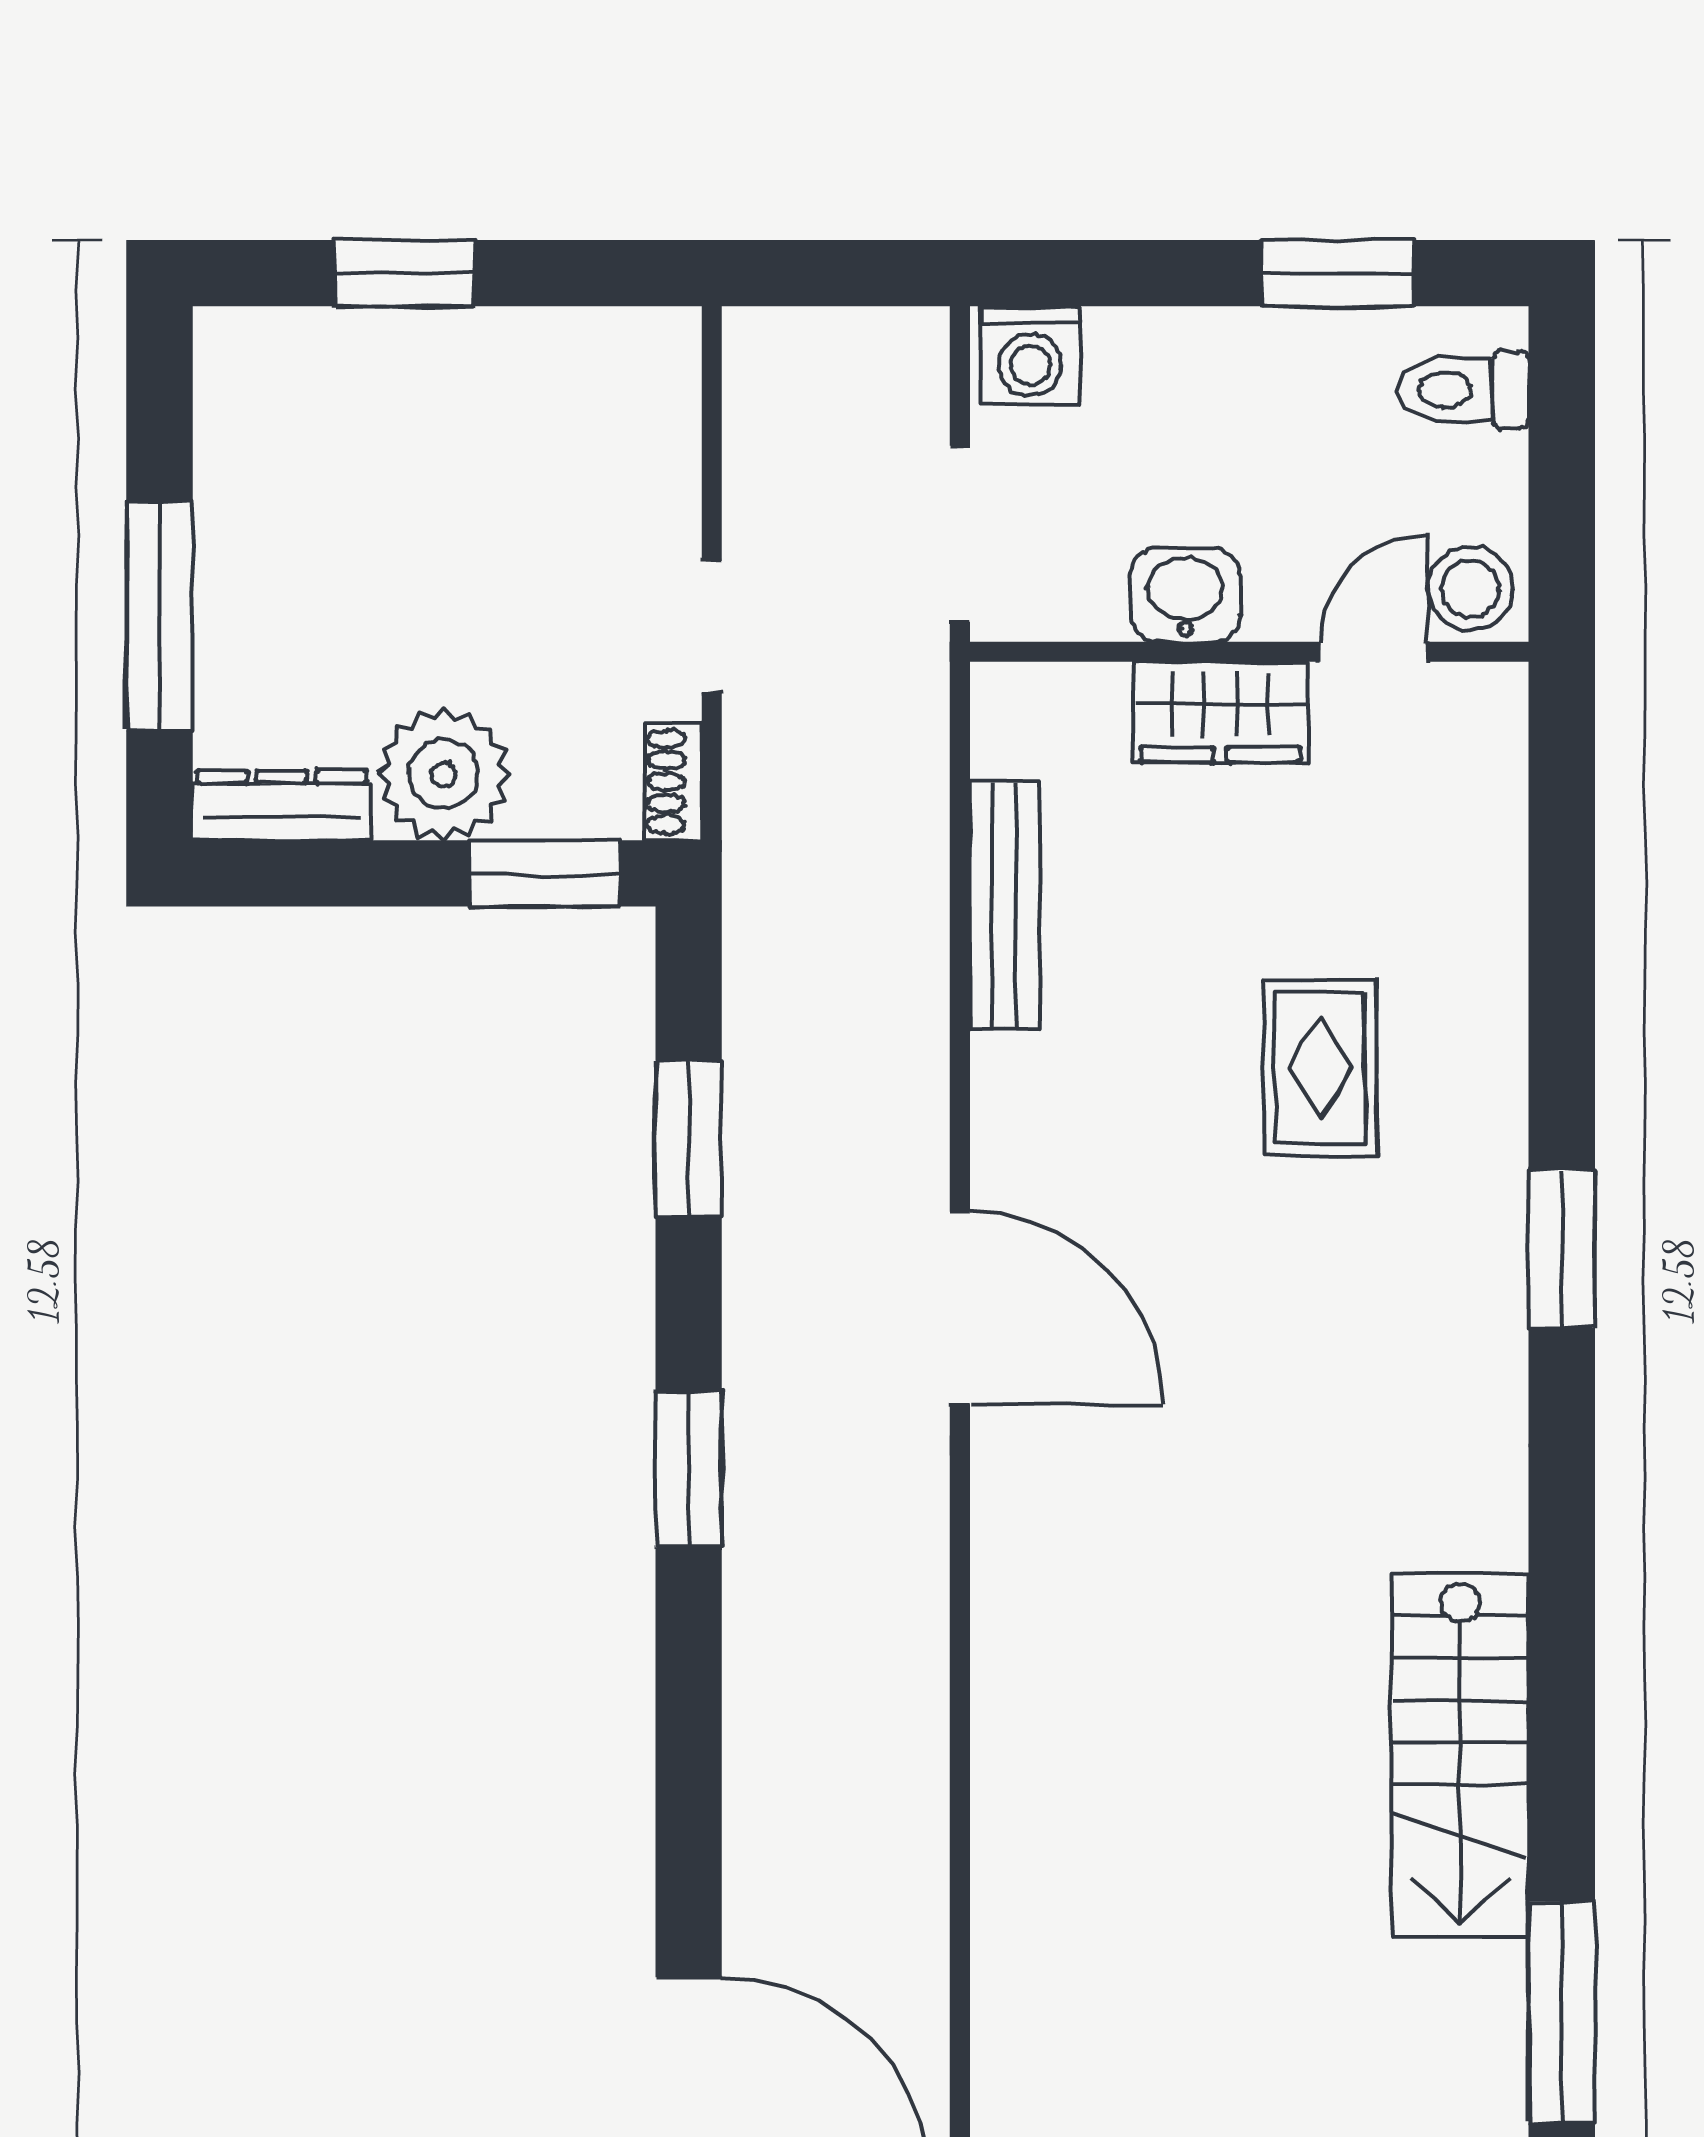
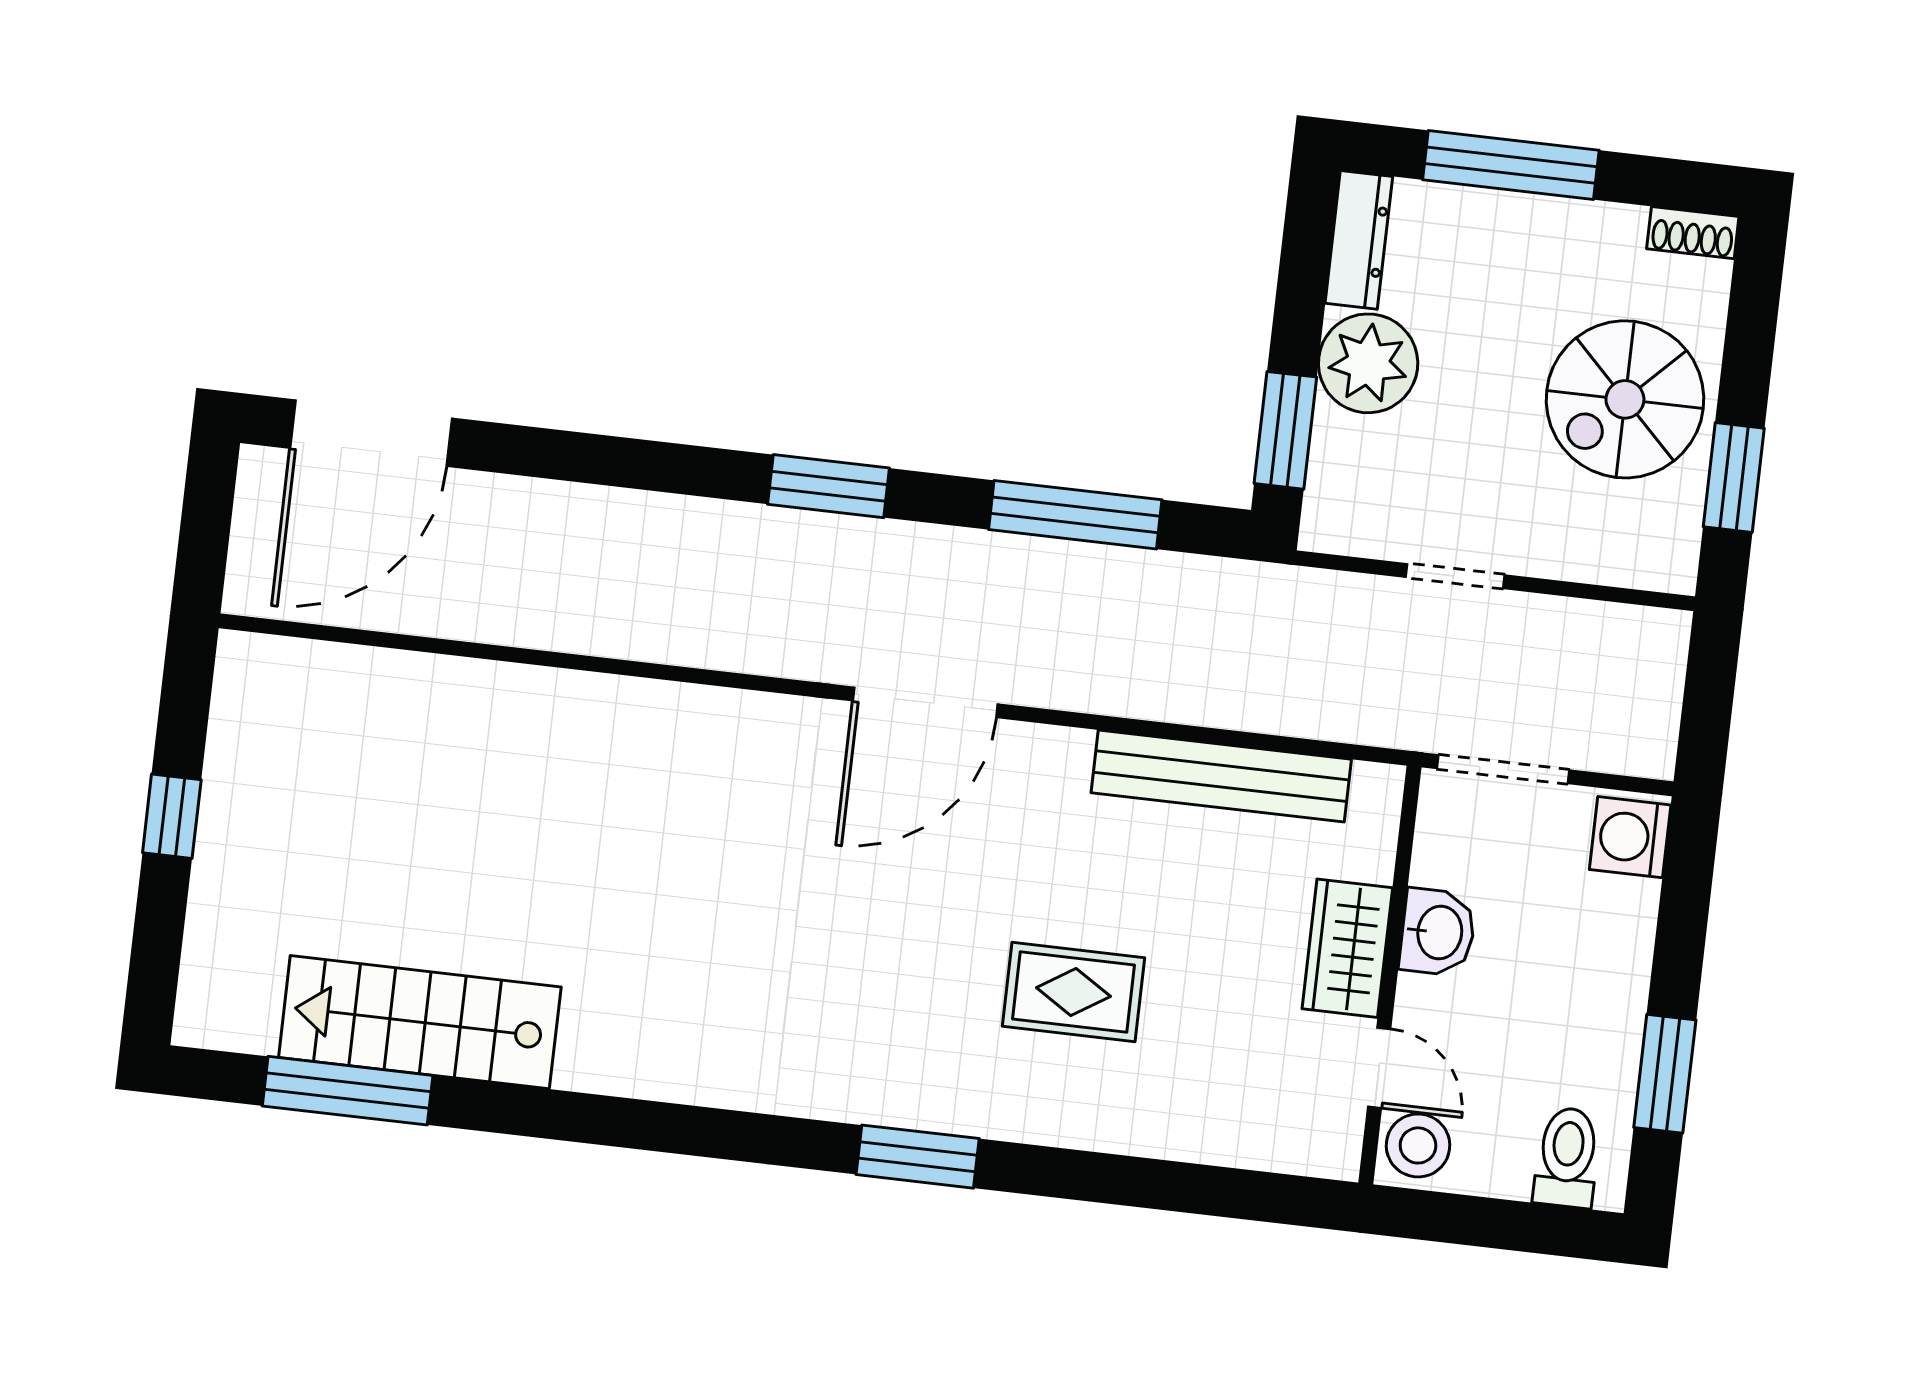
window: (405, 273) -> (1734, 477), moved
spiral stairs: (452, 429) -> (1625, 399), added
shoe rack: (673, 782) -> (1693, 233), moved, turned 180
bench: (1004, 905) -> (1221, 776), width x1.37, depth x1.21
window: (689, 1138) -> (1075, 515), width x1.44
stairs: (1460, 1755) -> (420, 1022), moved

